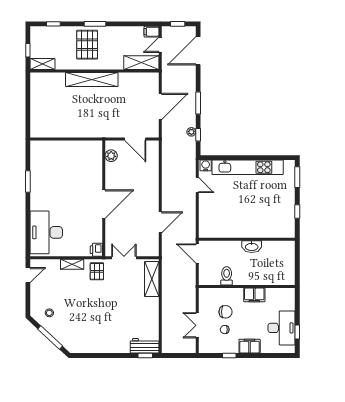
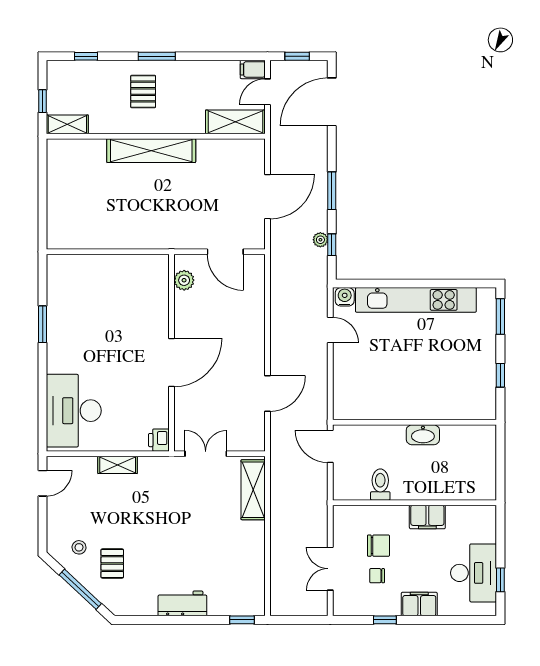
pallet: (87, 45) -> (143, 92), width x0.67, depth x0.71
pallet: (97, 271) -> (112, 564), moved
workbench: (145, 346) -> (182, 603), moved

